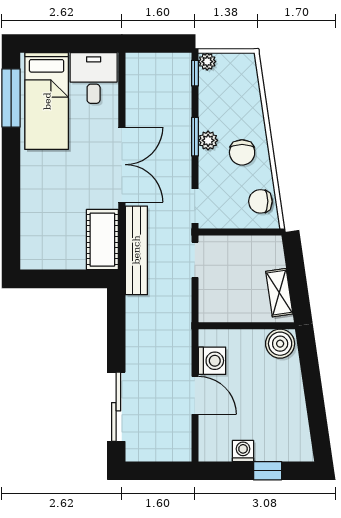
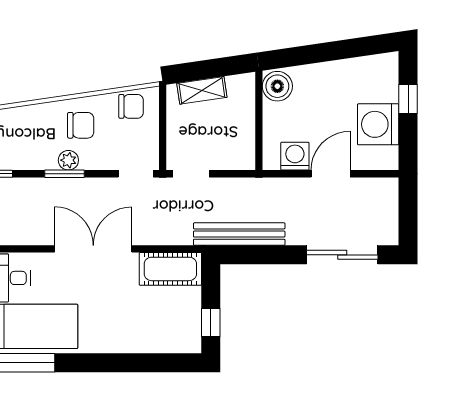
chair: (260, 201) -> (131, 106), turned -90
bench: (136, 250) -> (239, 234), moved
window: (50, 279) -> (211, 323), added
shelving: (279, 293) -> (202, 90), moved
washing machine: (243, 451) -> (378, 124), width x1.89, depth x1.89

